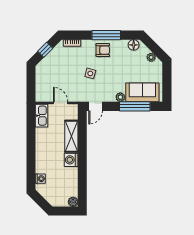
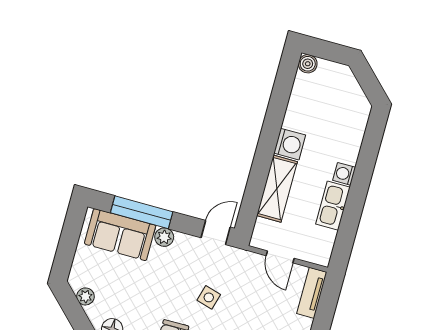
tv unit: (40, 90) -> (312, 293), added
kitchen sink: (42, 116) -> (333, 206), moved
washing machine: (40, 179) -> (344, 174), moved

